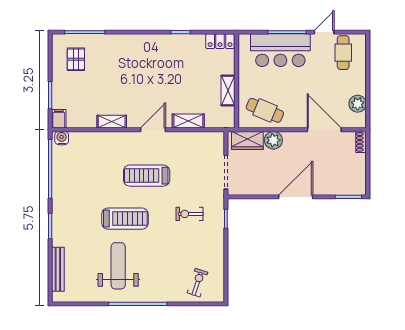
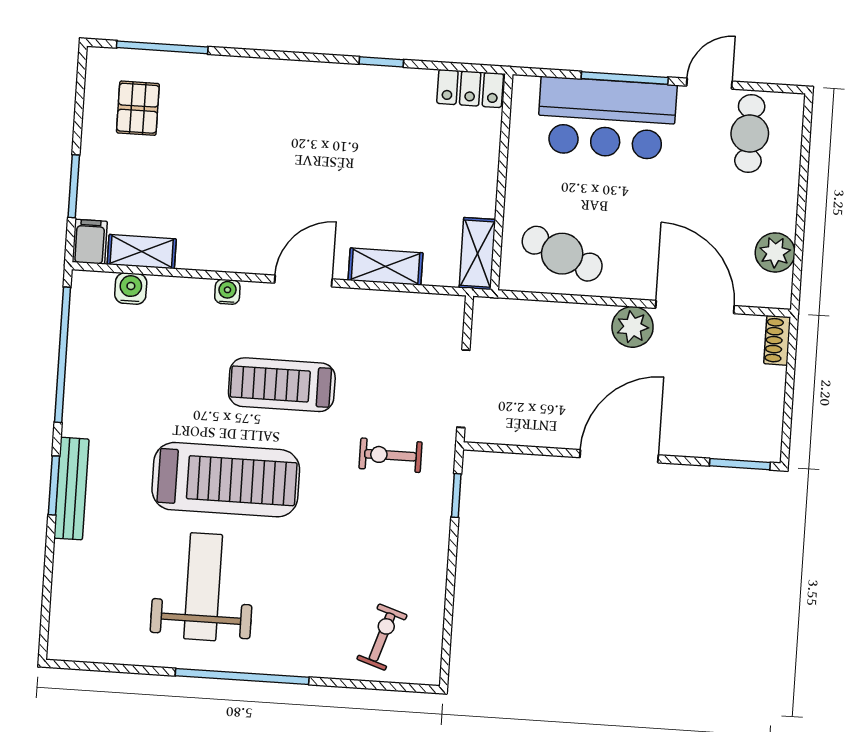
shelving: (228, 91) -> (477, 254), moved
shelving: (112, 122) -> (142, 252), moved
water cooler: (120, 137) -> (227, 292), added
water cooler: (62, 138) -> (131, 288), moved
wardrobe: (247, 140) -> (518, 320), removed
plant: (273, 140) -> (633, 327), moved
exercise bike: (190, 214) -> (390, 455), moved
treadmill: (125, 219) -> (226, 480), width x1.37, depth x1.38
bench: (58, 269) -> (71, 489), moved

